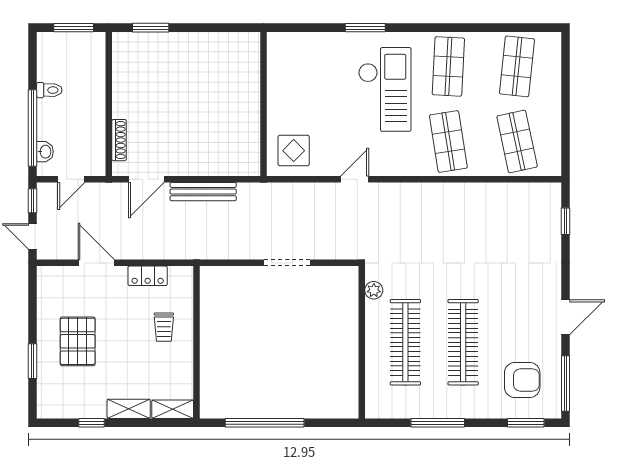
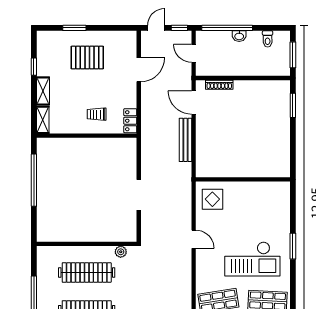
toilet: (49, 90) -> (268, 39), moved
washbasin: (45, 152) -> (239, 36), moved
locker: (148, 276) -> (130, 121), moved

